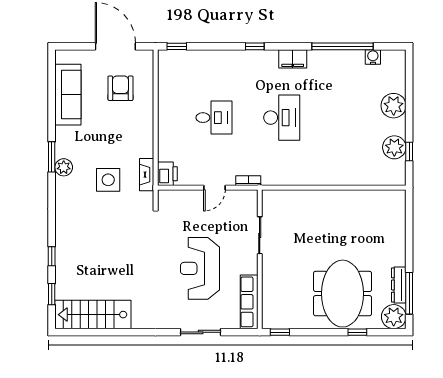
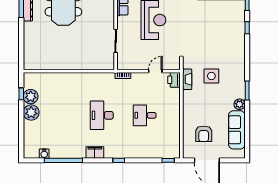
plant: (394, 106) -> (31, 113), moved
plant: (64, 167) -> (240, 104), moved
door: (214, 188) -> (155, 71), moved

